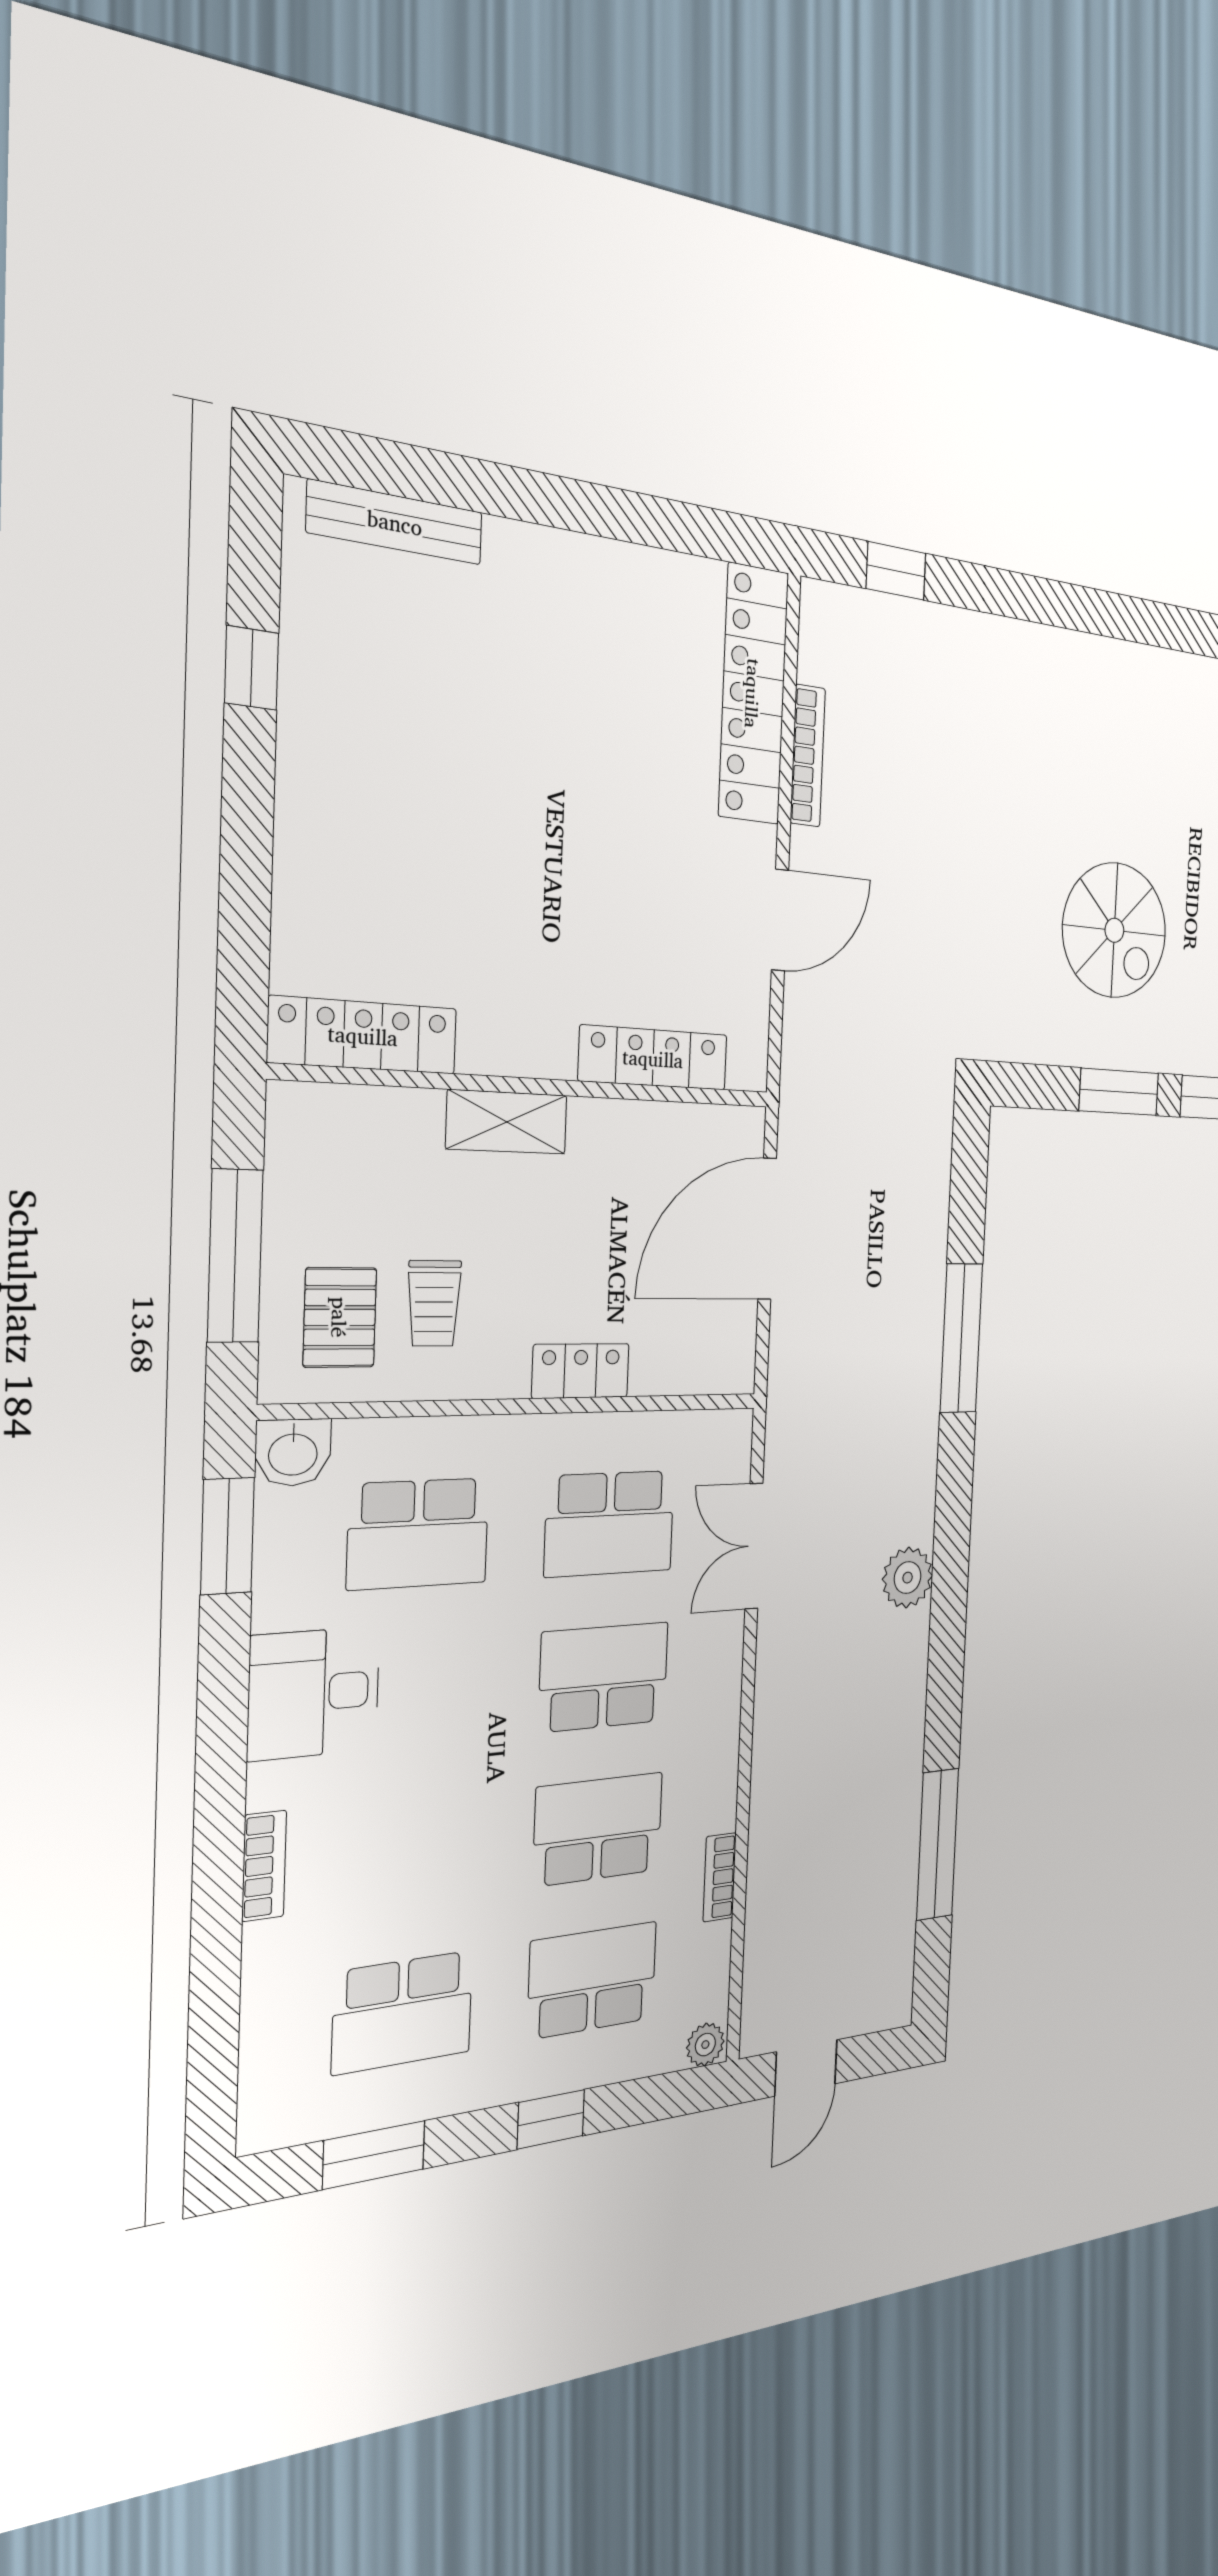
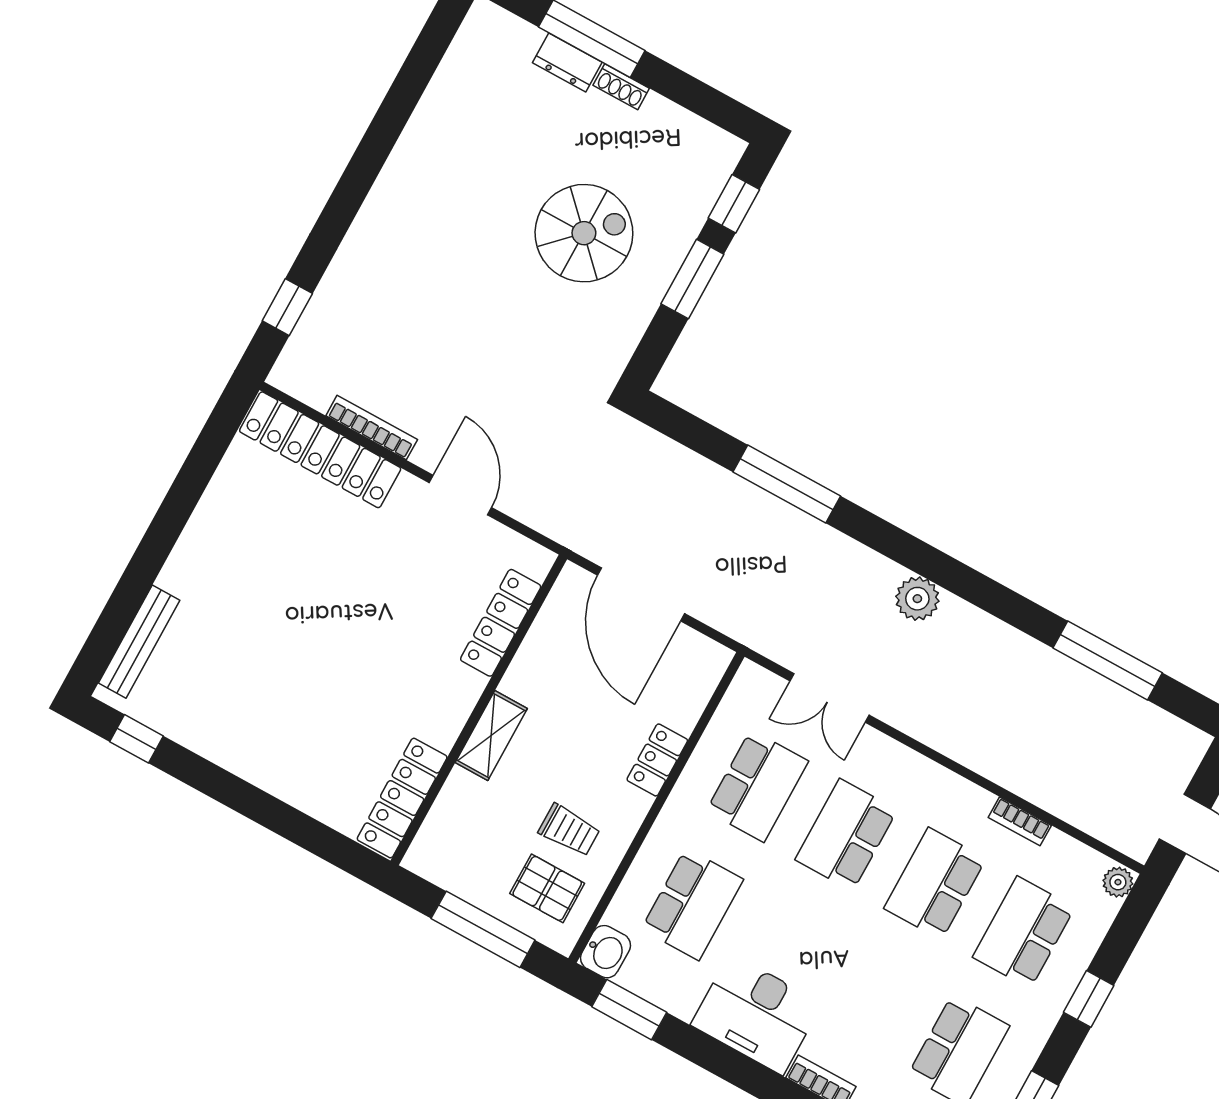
window: (252, 668) -> (136, 739), moved
desk: (314, 1693) -> (756, 1014), width x1.37

